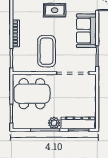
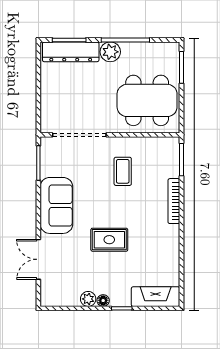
coffee table: (47, 51) -> (123, 171), width x0.54, depth x0.58

